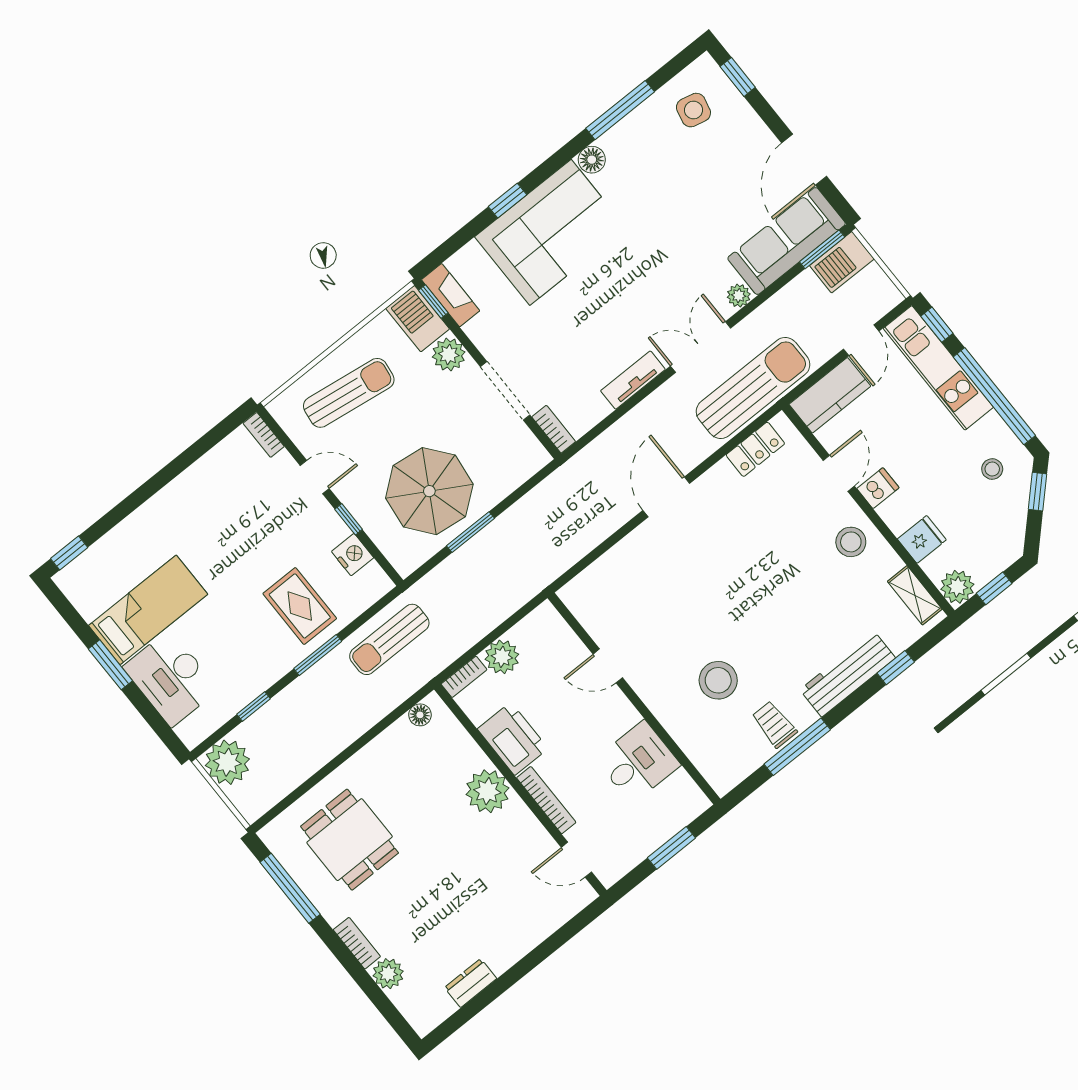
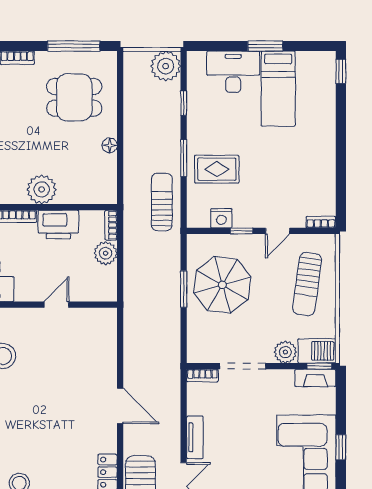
floor lamp: (420, 715) -> (110, 145), moved

